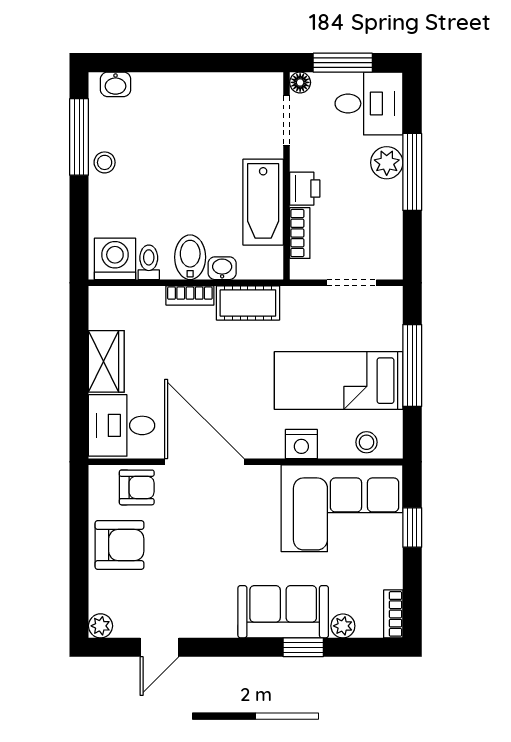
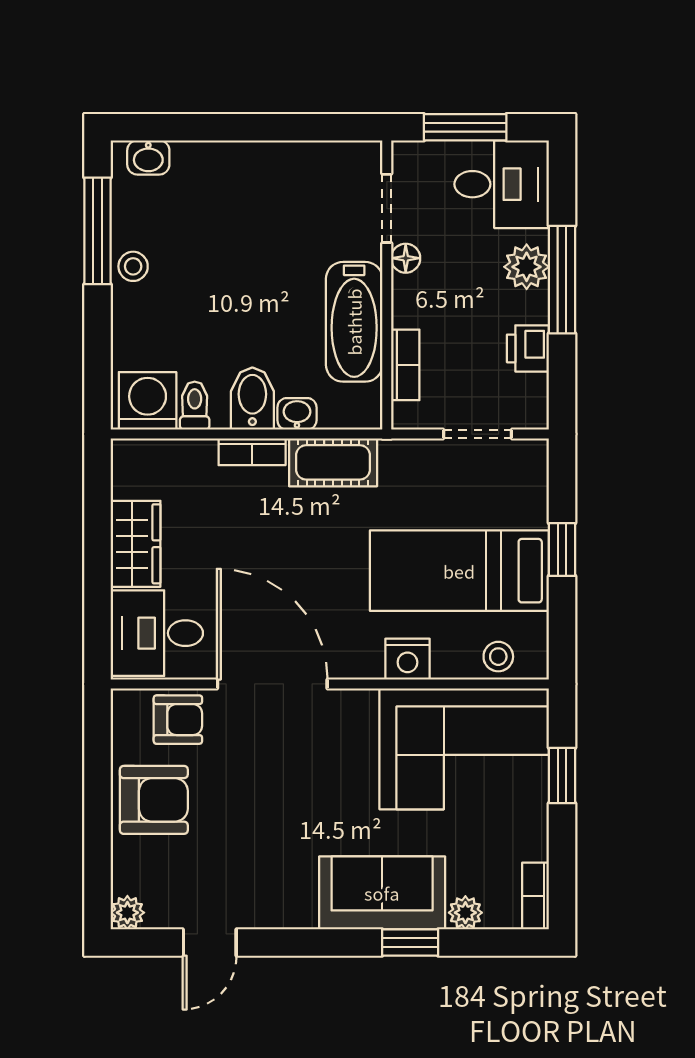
floor lamp: (300, 82) -> (406, 258), moved
printer: (305, 189) -> (528, 348), moved, turned 180
window: (412, 366) -> (562, 550), width x0.46

